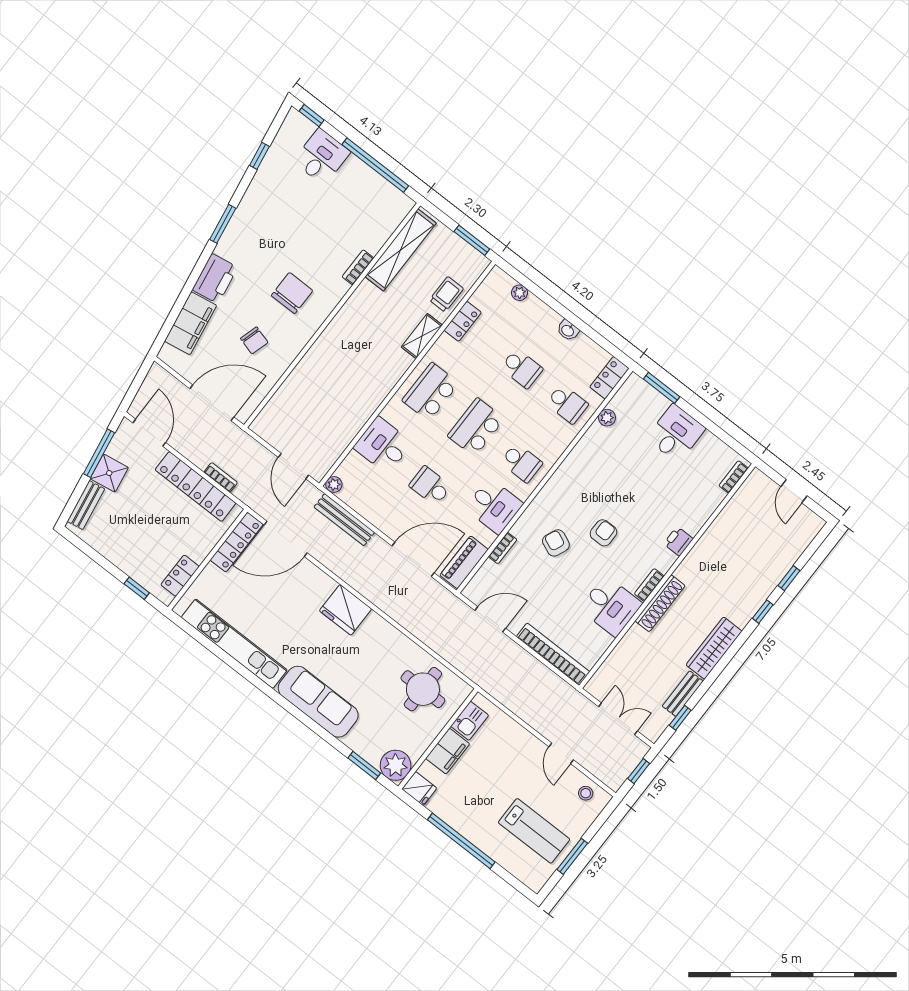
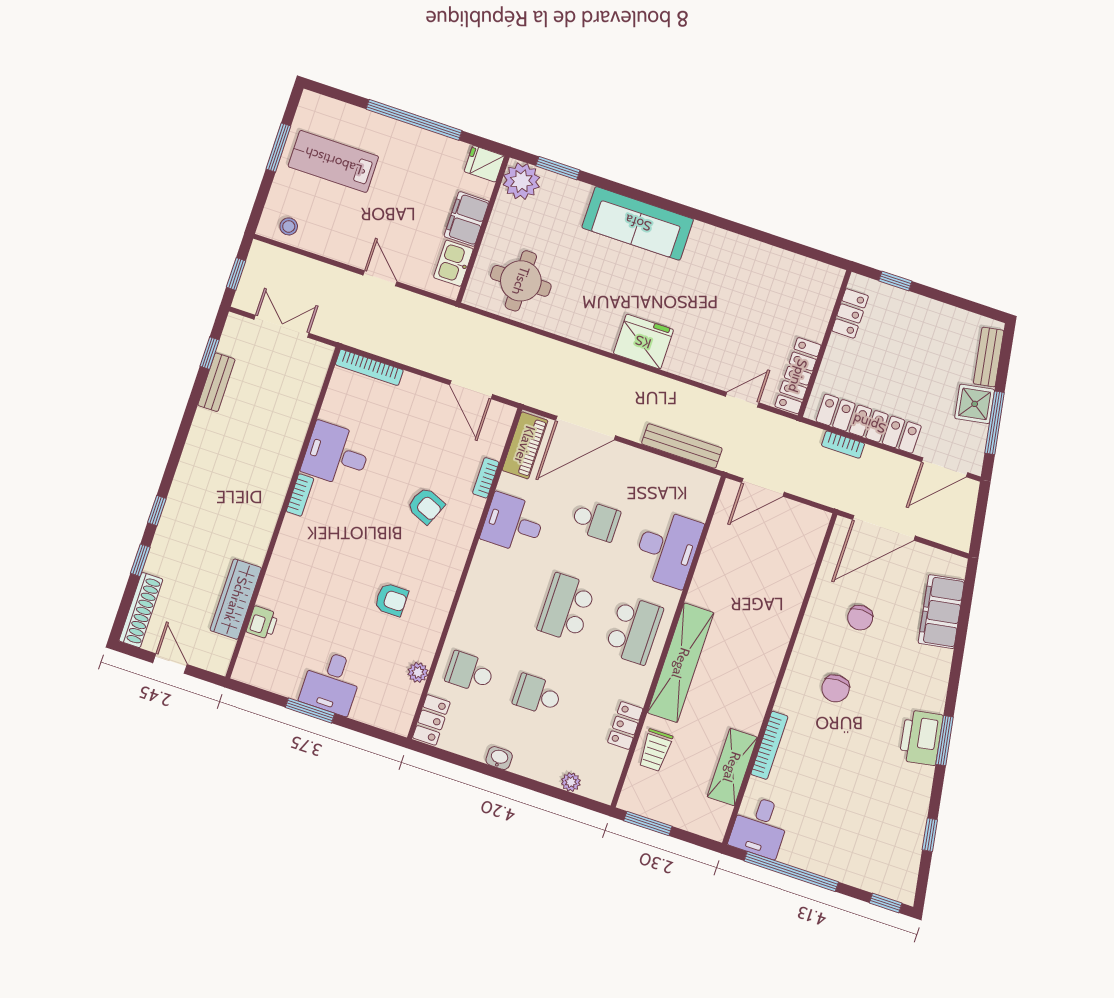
desk: (322, 157) -> (760, 827), moved
shelving: (401, 250) -> (732, 767), width x0.68
bookcase: (358, 267) -> (769, 745), width x1.56
printer: (215, 279) -> (921, 738), moved
chair: (292, 293) -> (836, 688), width x0.73, depth x0.73
shelving: (422, 336) -> (681, 663), width x2.20, depth x1.33
chair: (254, 340) -> (860, 618), turned -106
window: (662, 388) -> (310, 710), moved
school desk: (476, 427) -> (566, 608), turned 180
door: (149, 433) -> (945, 467), hinge flipped
desk: (383, 445) -> (667, 549), width x1.37
school desk: (521, 463) -> (499, 585), removed
door: (293, 466) -> (763, 487), swing flipped
bookcase: (734, 477) -> (246, 655), removed
plant: (334, 484) -> (708, 483), removed
armchair: (603, 533) -> (391, 600), moved, turned -90
door: (286, 539) -> (742, 400), width x0.53
printer: (678, 541) -> (262, 623), moved
shoe rack: (660, 603) -> (141, 610), moved, turned 180
door: (490, 619) -> (471, 390), hinge flipped
kitchen unit: (234, 644) -> (759, 256), removed
wardrobe: (714, 648) -> (236, 599), moved, turned 180
bookcase: (553, 654) -> (369, 367), width x0.68, depth x0.76
double door: (618, 719) -> (282, 326), swing flipped
door: (561, 753) -> (380, 278), moved

